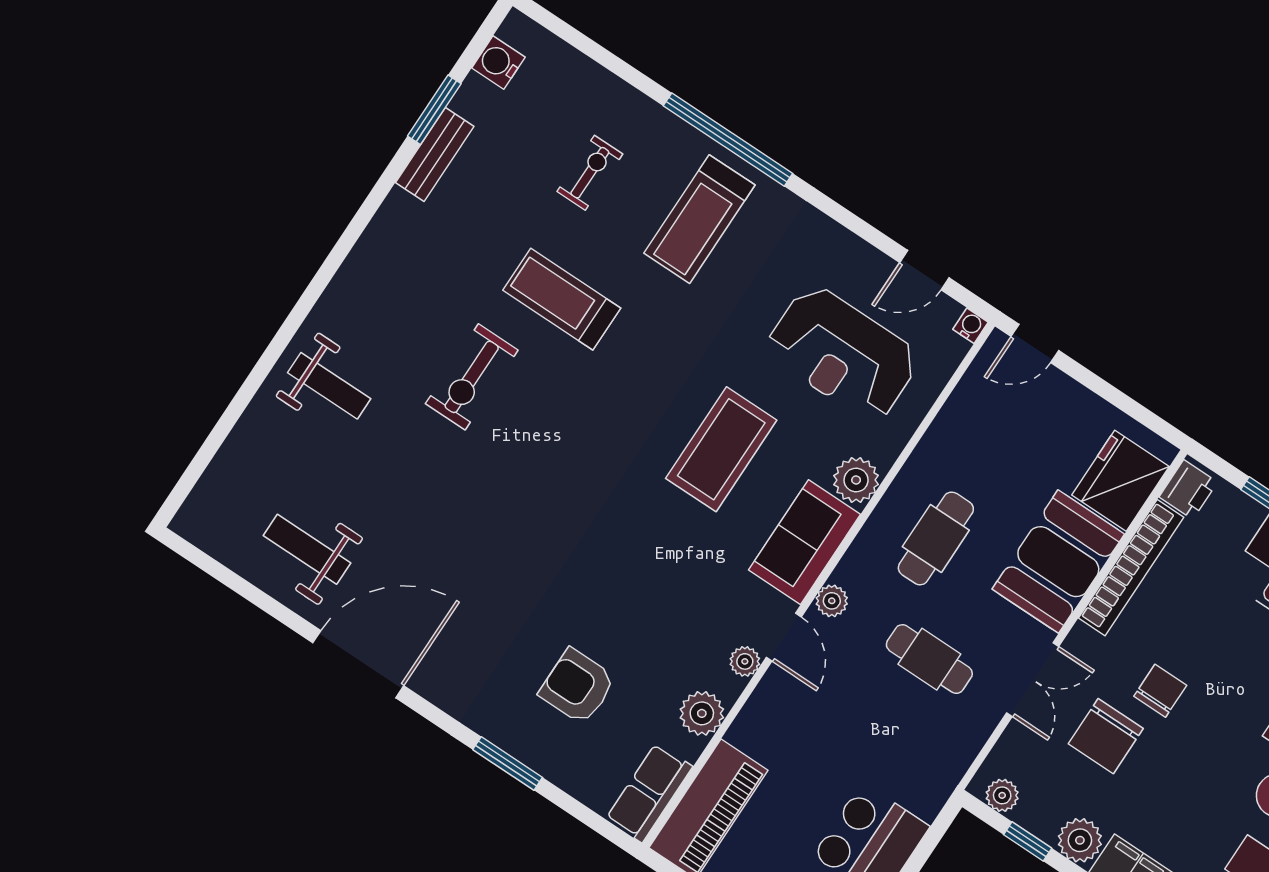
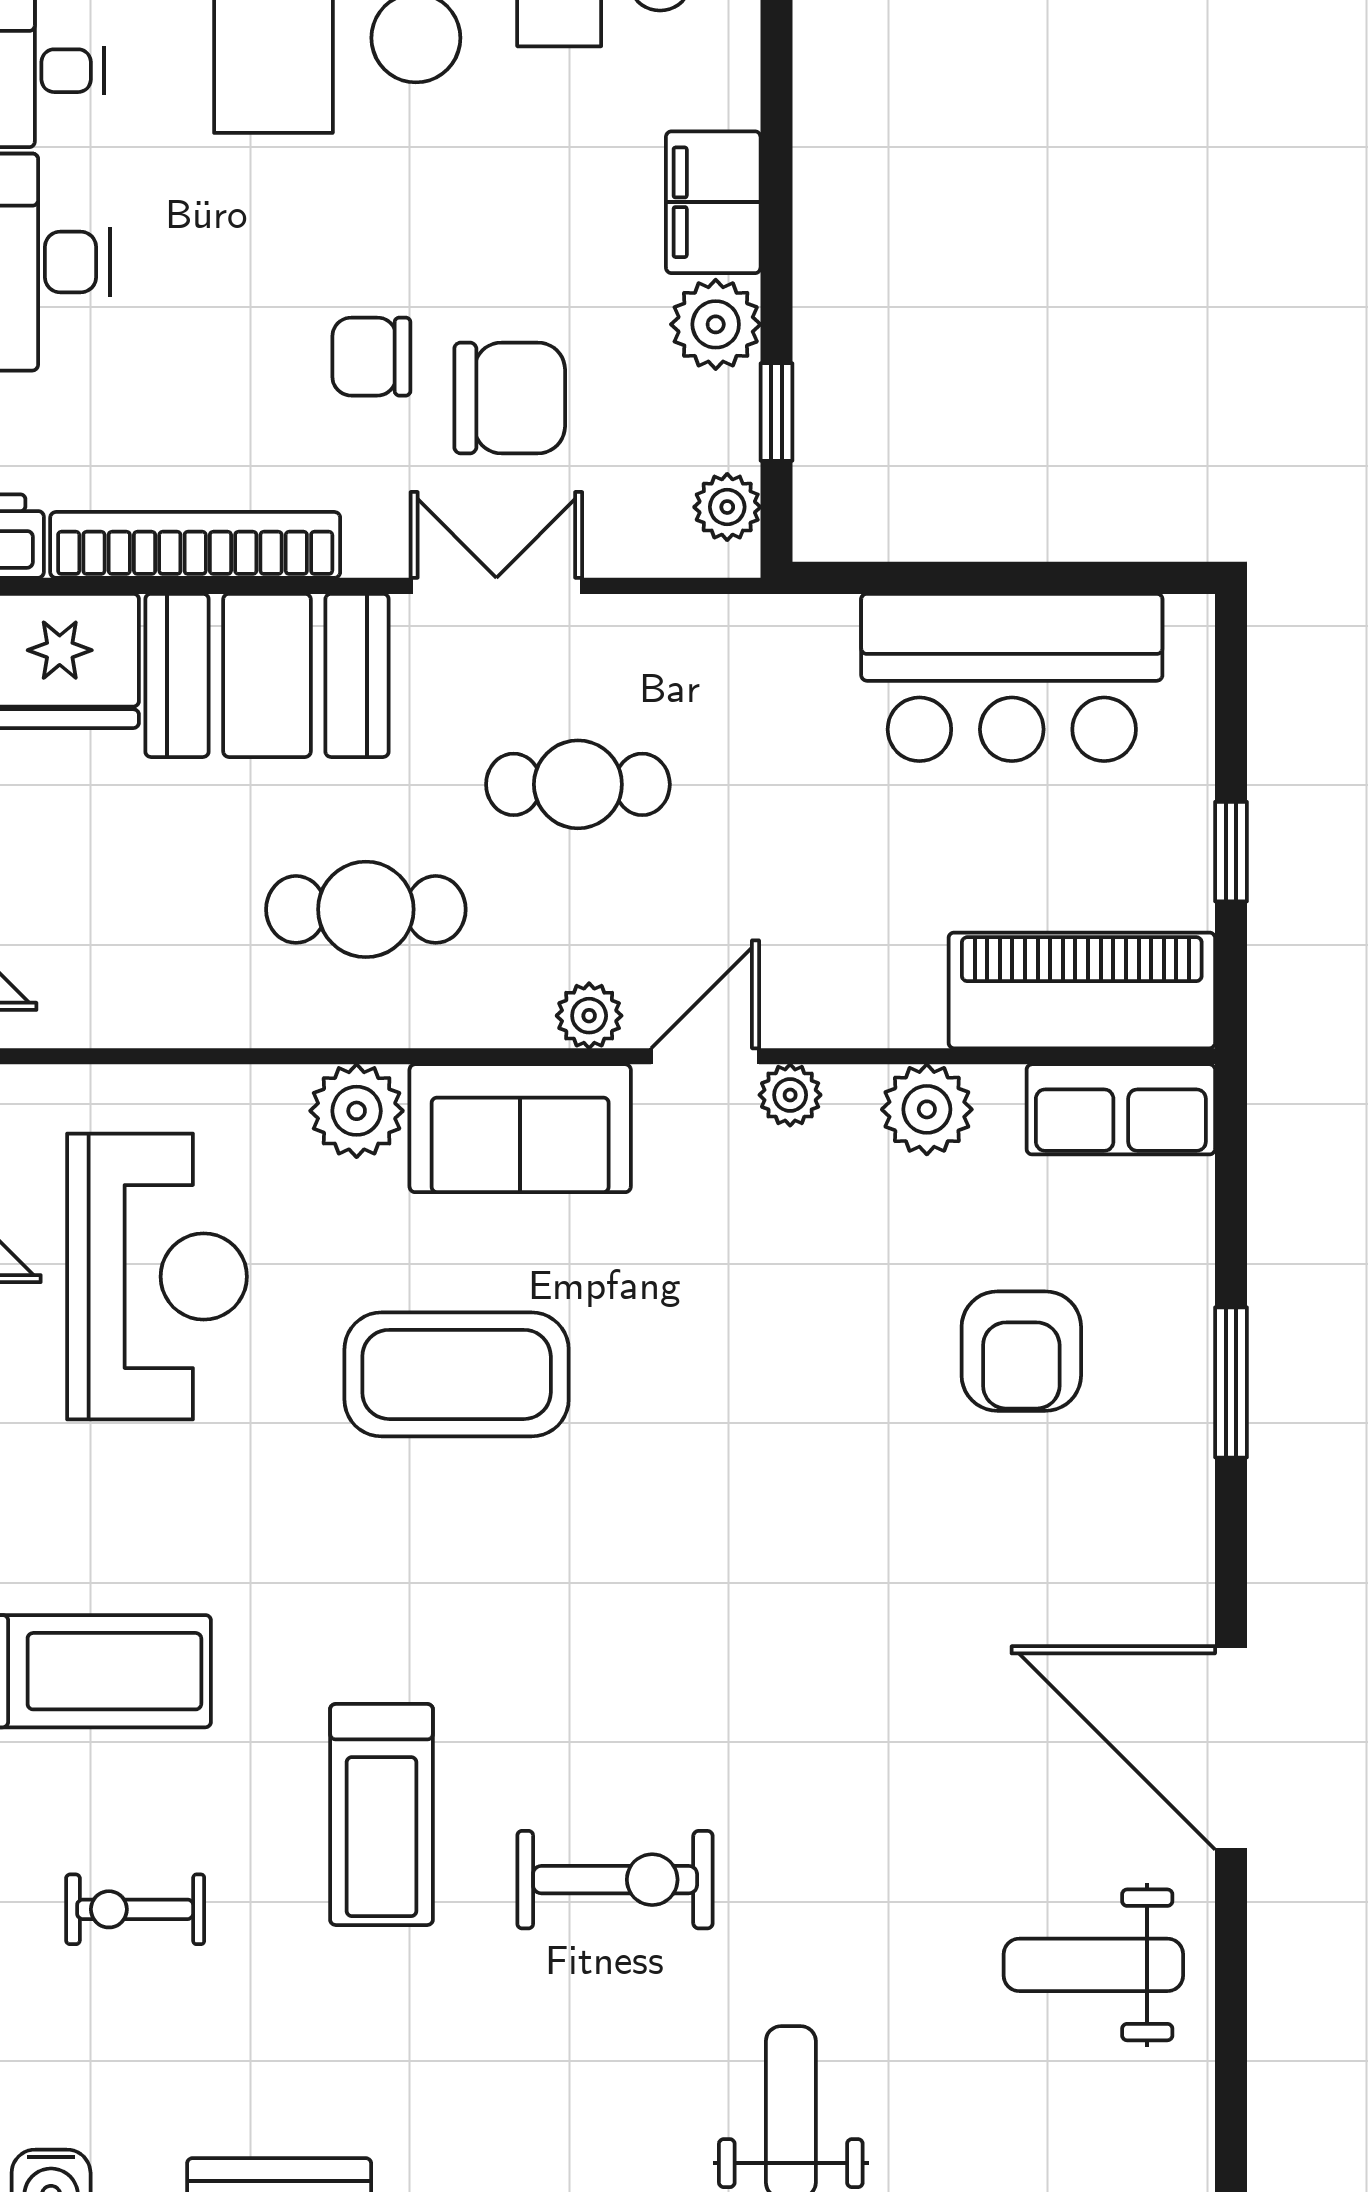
weight bench: (307, 549) -> (1093, 1965), turned 90
cafe table: (929, 659) -> (578, 784), turned 90

